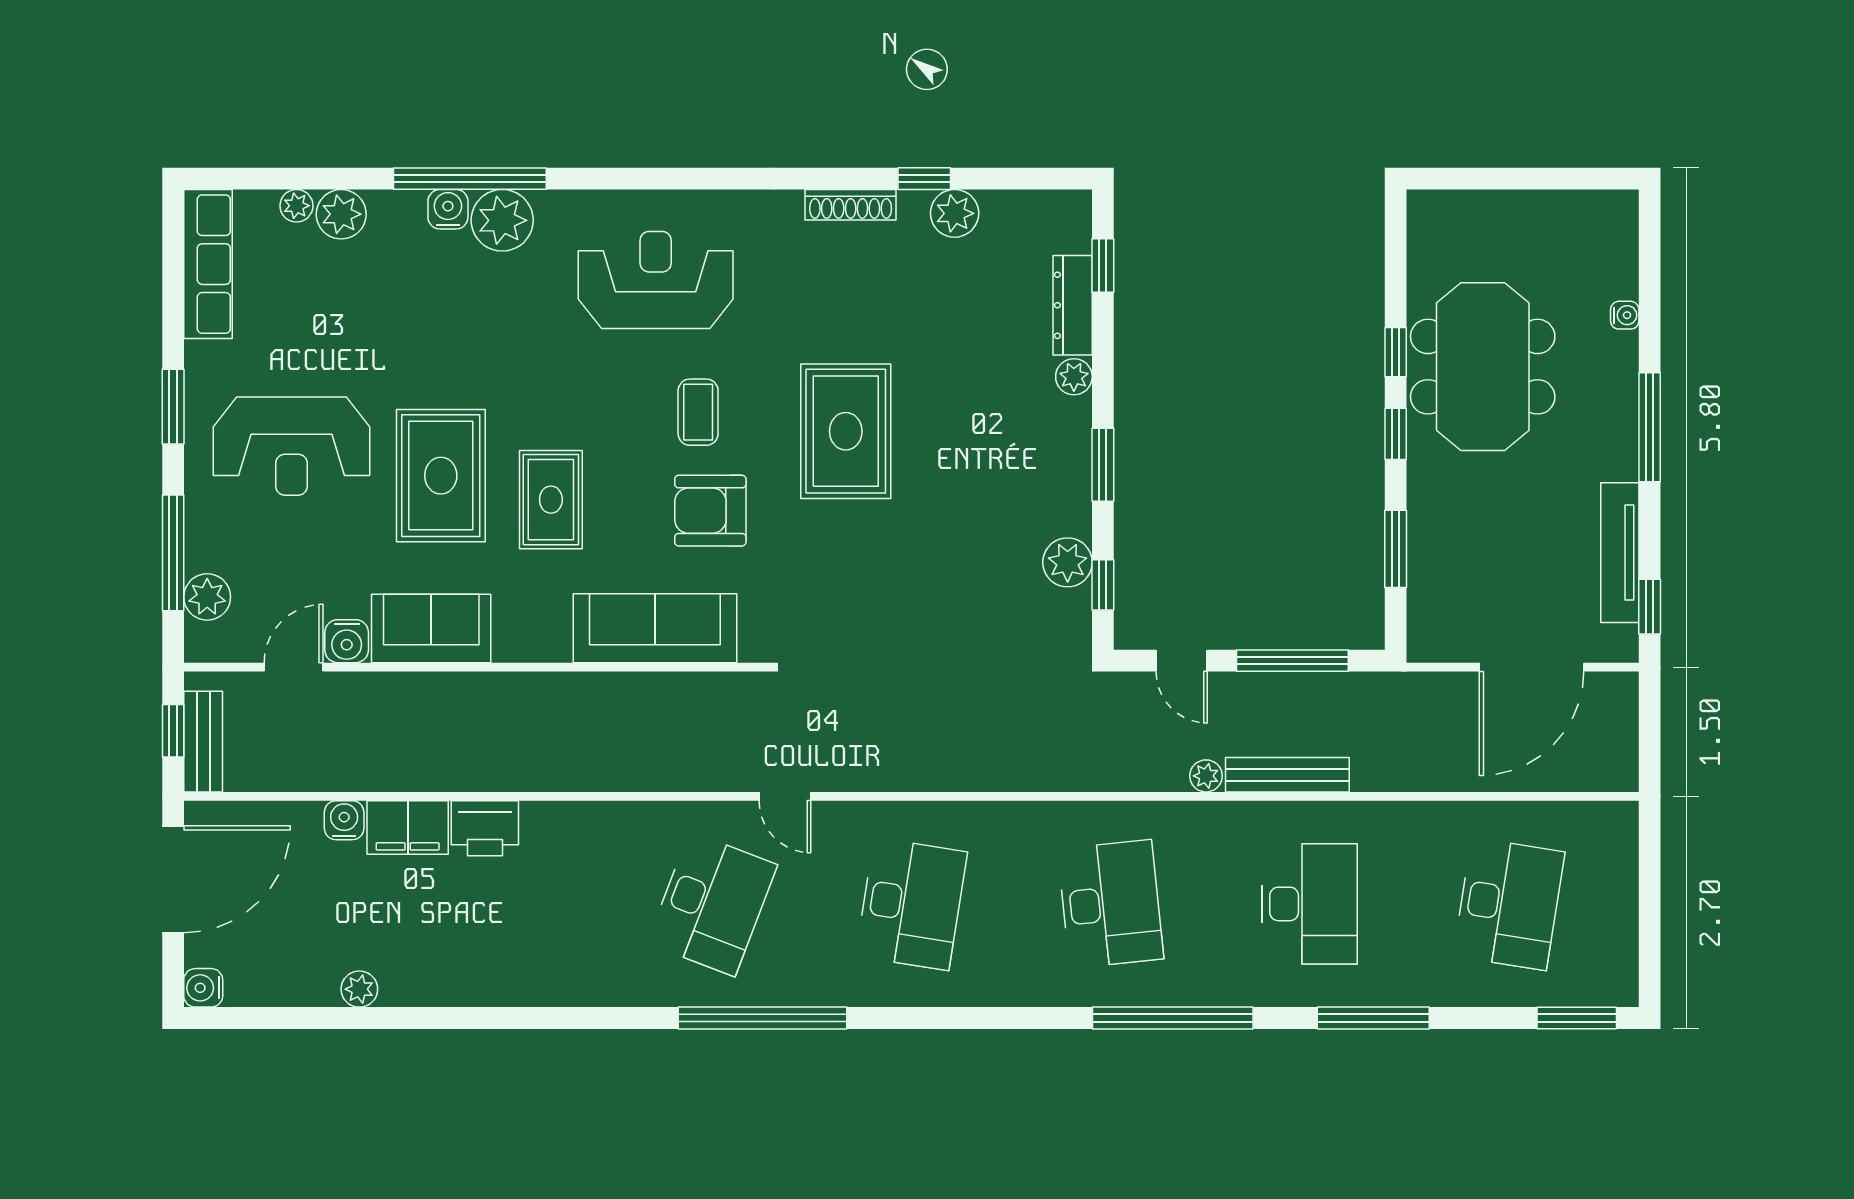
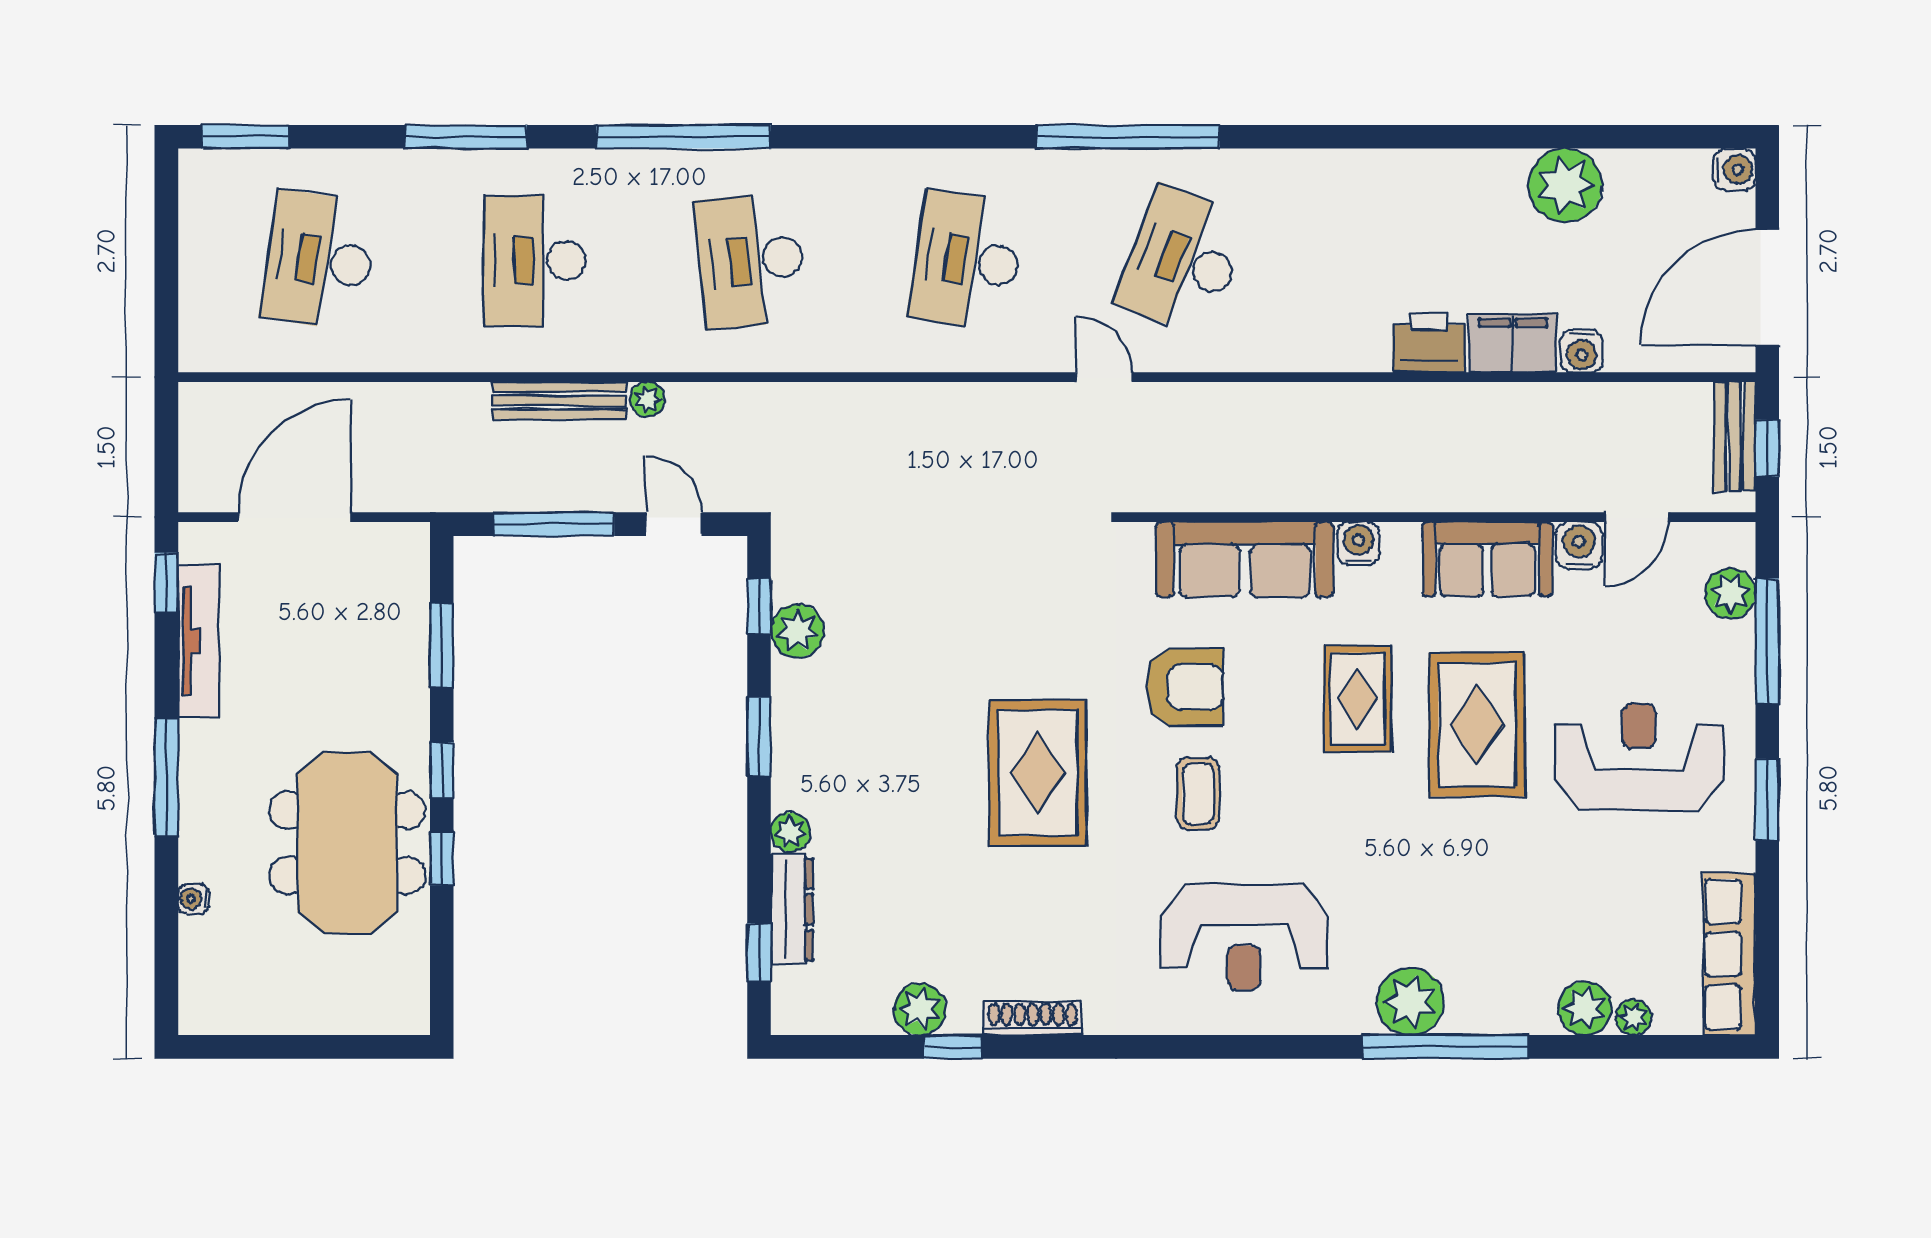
water cooler: (448, 209) -> (1359, 543), moved, turned 180
plant: (359, 989) -> (1565, 185), width x1.88, depth x1.88

